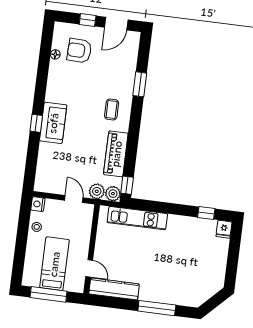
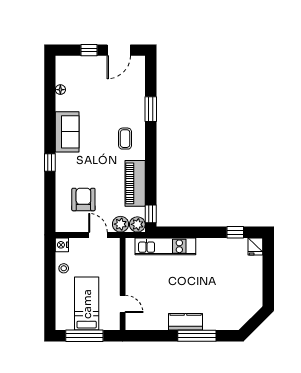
armchair: (79, 51) -> (83, 199), moved, turned 88
sofa: (53, 123) -> (67, 132), moved
kitchen counter: (114, 289) -> (186, 322), moved, width x0.67

